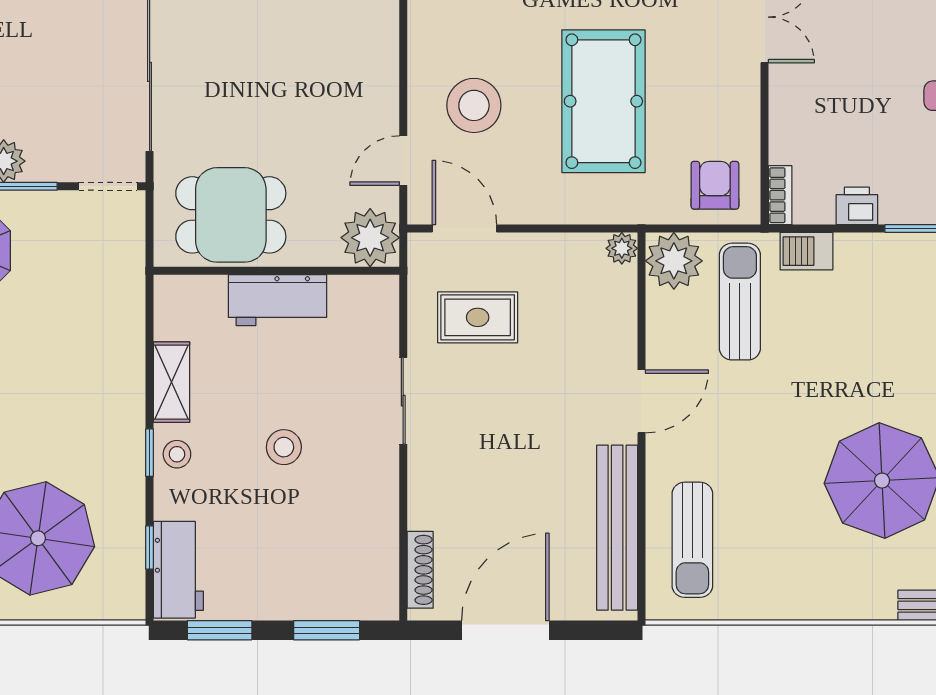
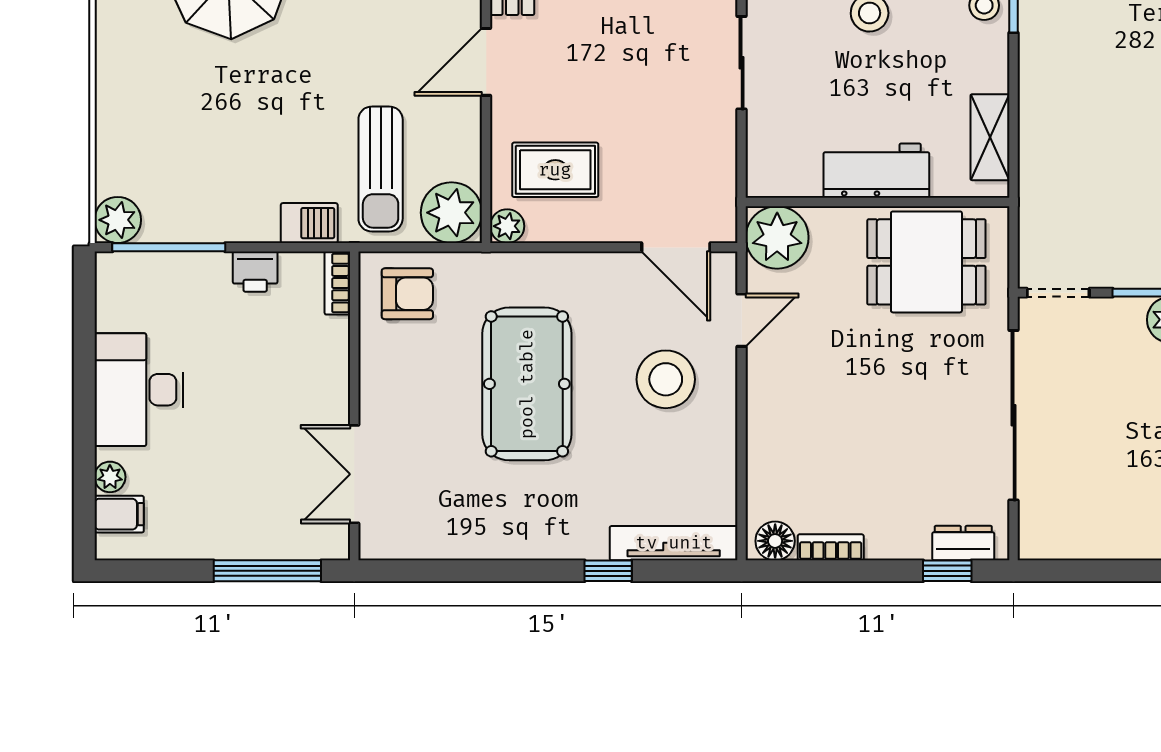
armchair: (715, 185) -> (407, 294), turned -90
rug: (478, 317) -> (555, 170), moved
shelving: (171, 382) -> (990, 137), moved

